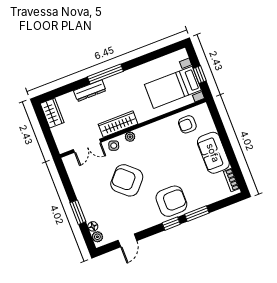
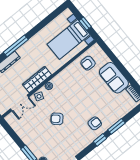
armchair: (127, 180) -> (57, 119), width x0.53, depth x0.53
armchair: (171, 201) -> (95, 123), width x0.53, depth x0.53

